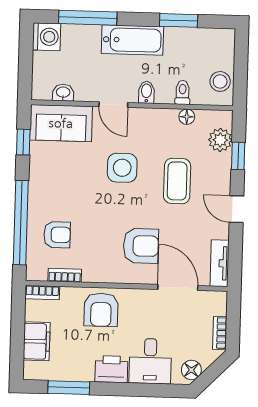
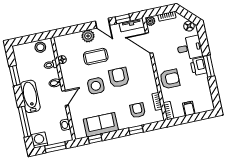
window: (26, 64) -> (55, 147), added
sofa: (61, 123) -> (101, 125), moved, turned -90
plant: (220, 140) -> (88, 36), moved
window: (238, 156) -> (123, 19), moved
door: (237, 209) -> (103, 23), hinge flipped
window: (21, 223) -> (136, 130), width x0.32
armchair: (141, 246) -> (119, 77), moved
door: (178, 287) -> (149, 43), hinge flipped
plant: (218, 300) -> (150, 21), added
filing cabinet: (37, 341) -> (189, 108), width x0.50
window: (69, 388) -> (209, 66), moved

